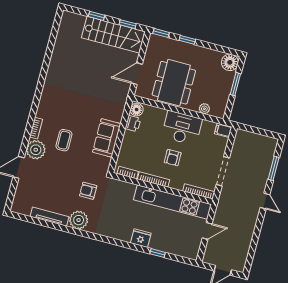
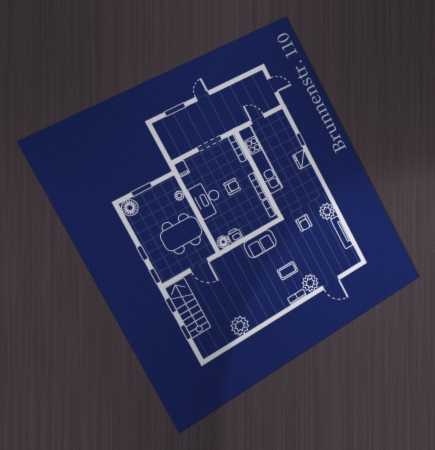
plant: (60, 61) -> (240, 326), added

